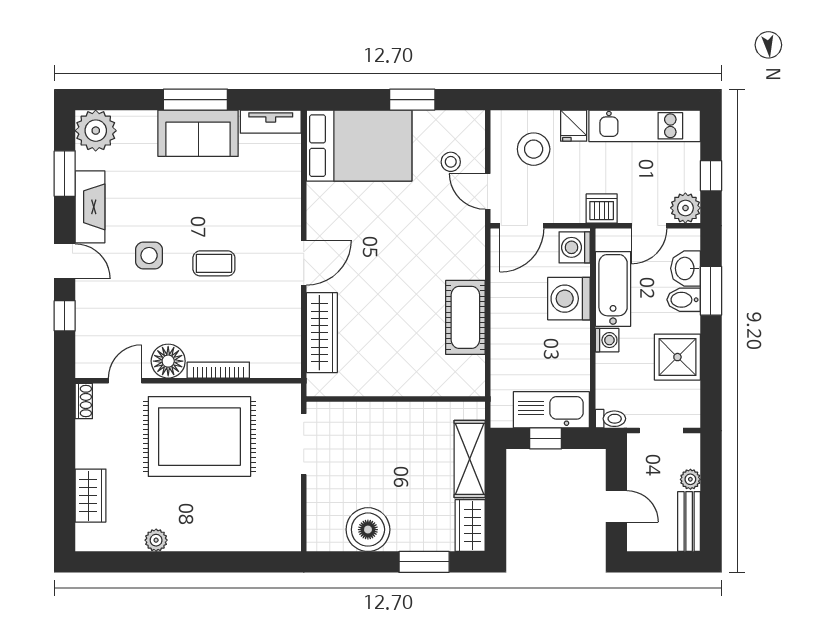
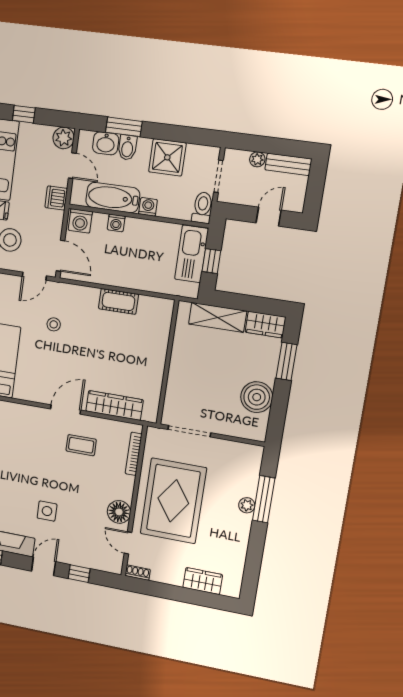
stool: (451, 162) -> (54, 324), moved
window: (711, 176) -> (24, 114), moved
coffee table: (214, 263) -> (81, 445), moved, turned 90
door: (304, 263) -> (66, 409), hinge flipped
washing machine: (569, 299) -> (116, 223), width x0.53, depth x0.53
cot: (465, 317) -> (118, 301), width x0.73, depth x0.75
bookcase: (218, 370) -> (134, 454), moved
toilet: (610, 419) -> (202, 208), width x1.37, depth x1.39
plant: (156, 540) -> (247, 505), moved
window: (226, 562) -> (264, 499), added

